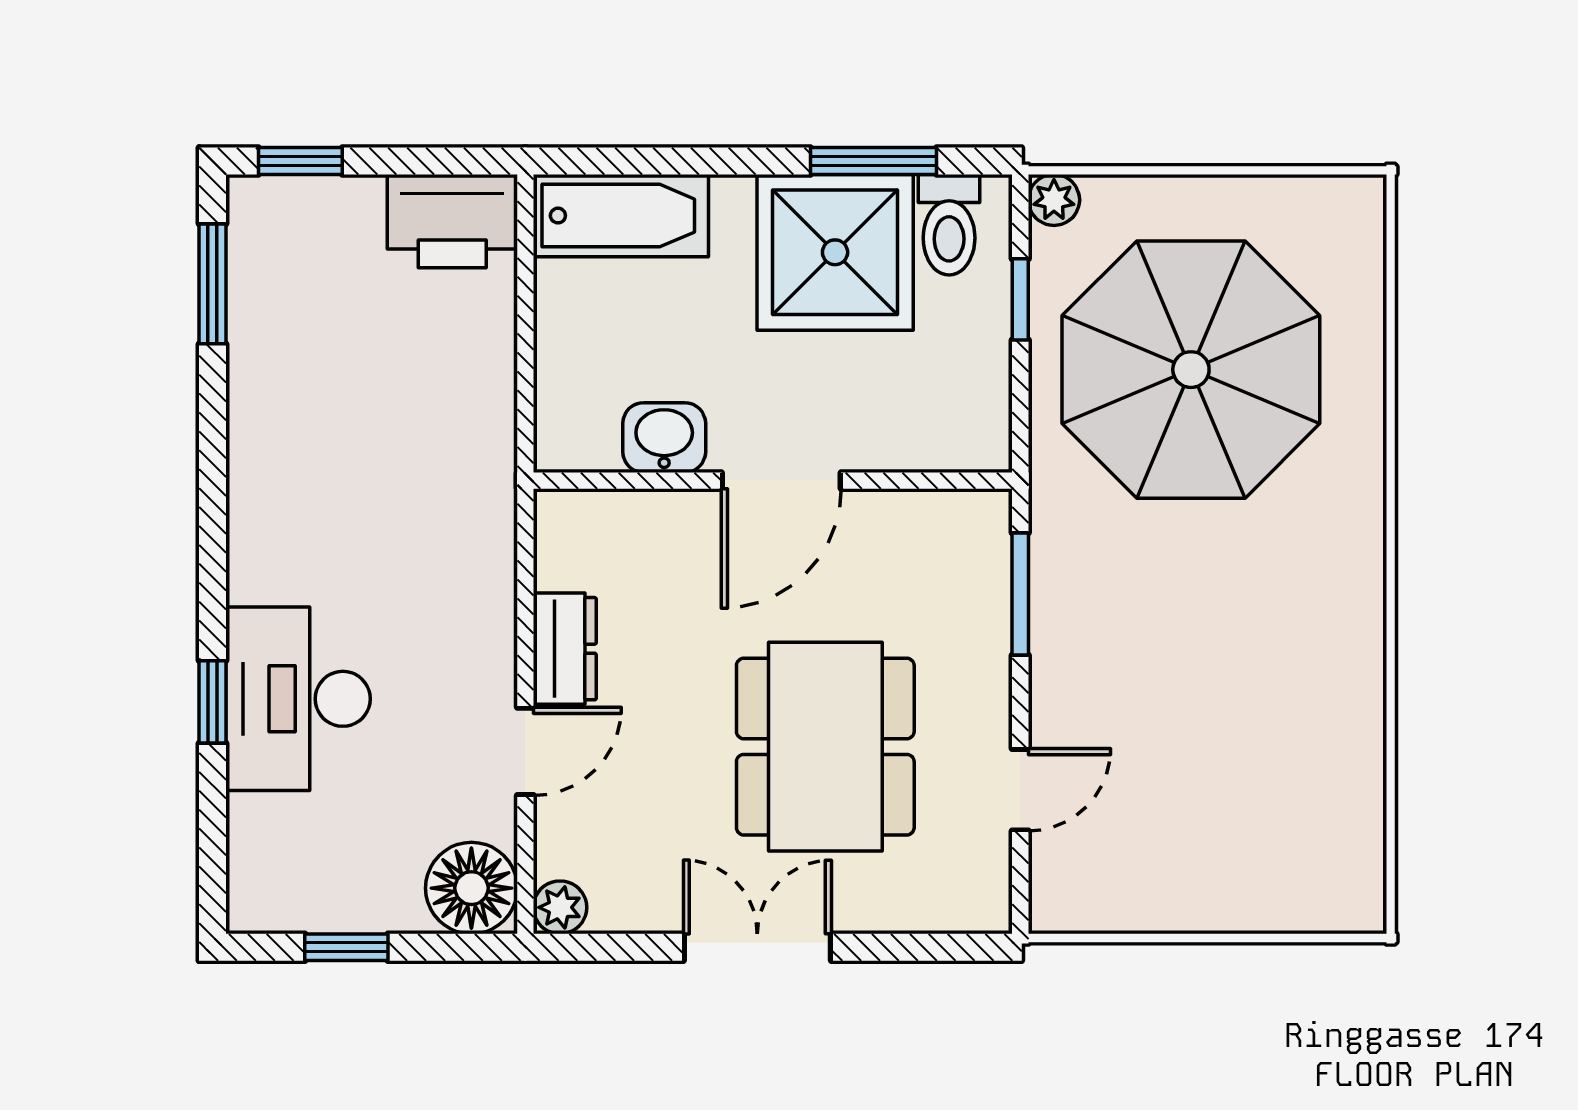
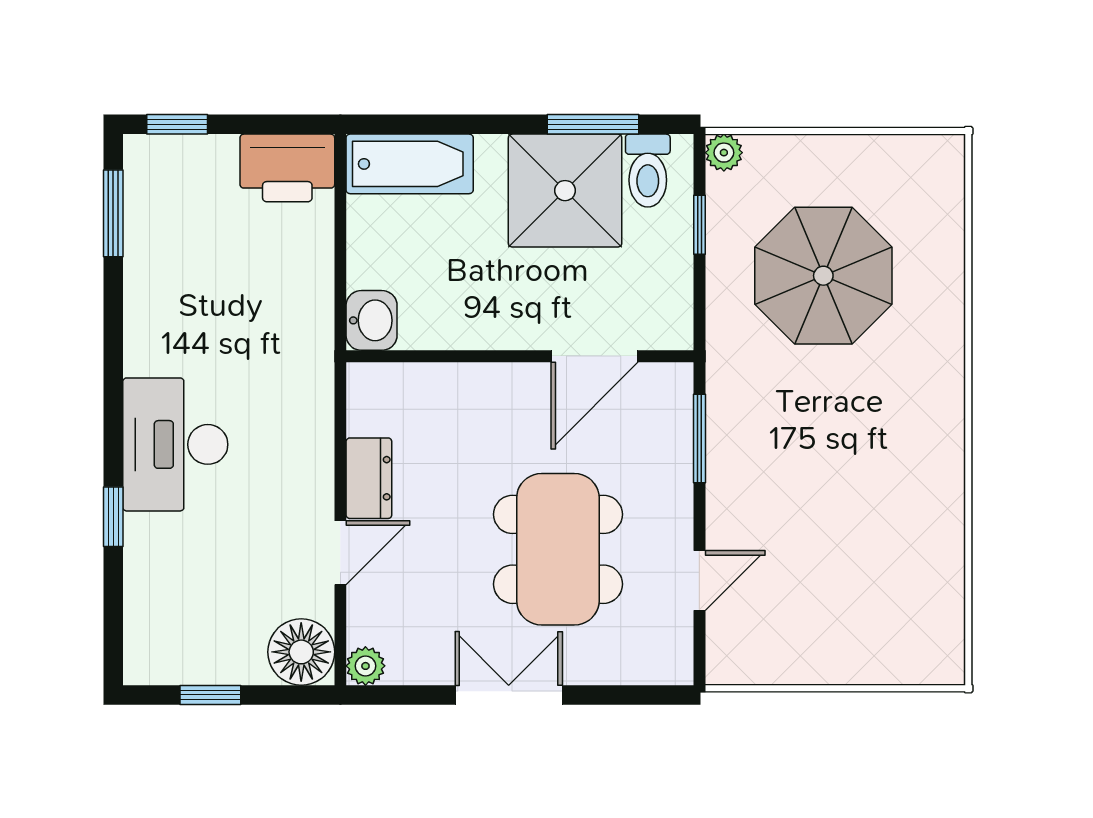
parasol: (1191, 370) -> (823, 276), width x0.73, depth x0.73
washbasin: (664, 438) -> (372, 320), moved, turned 90
door: (781, 481) -> (594, 356), moved
desk: (298, 699) -> (175, 444), moved

